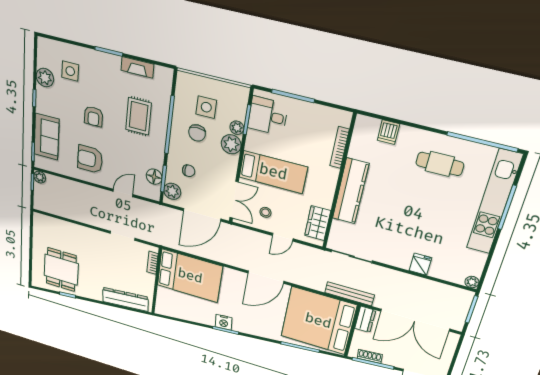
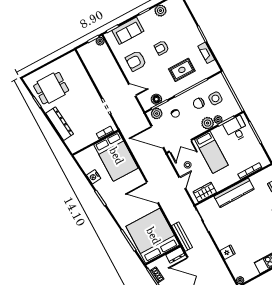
side table: (70, 71) -> (175, 21), removed
armchair: (90, 159) -> (136, 61), turned -90
door: (283, 237) -> (182, 183), swing flipped
dresser: (125, 299) -> (60, 124), moved
nightstand: (224, 322) -> (94, 177), moved

